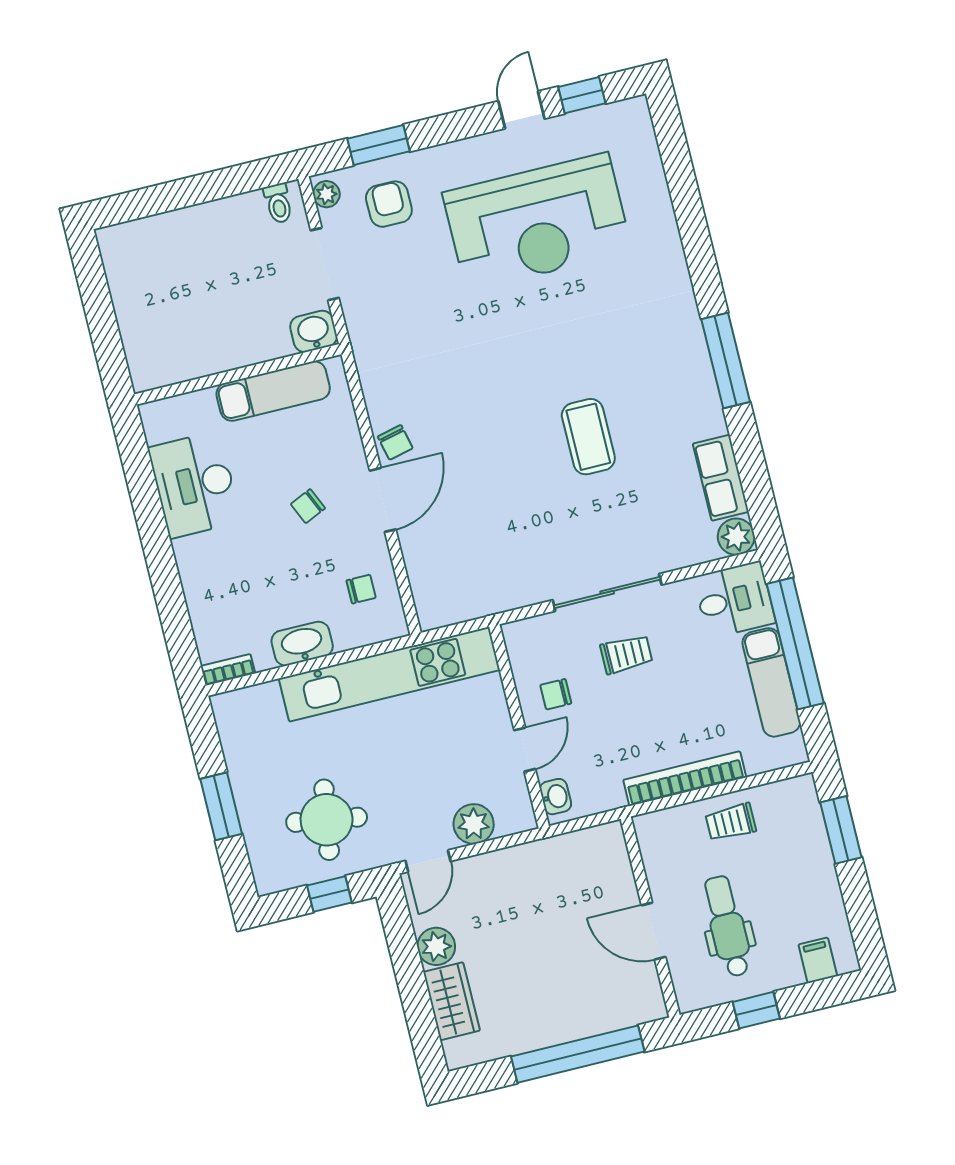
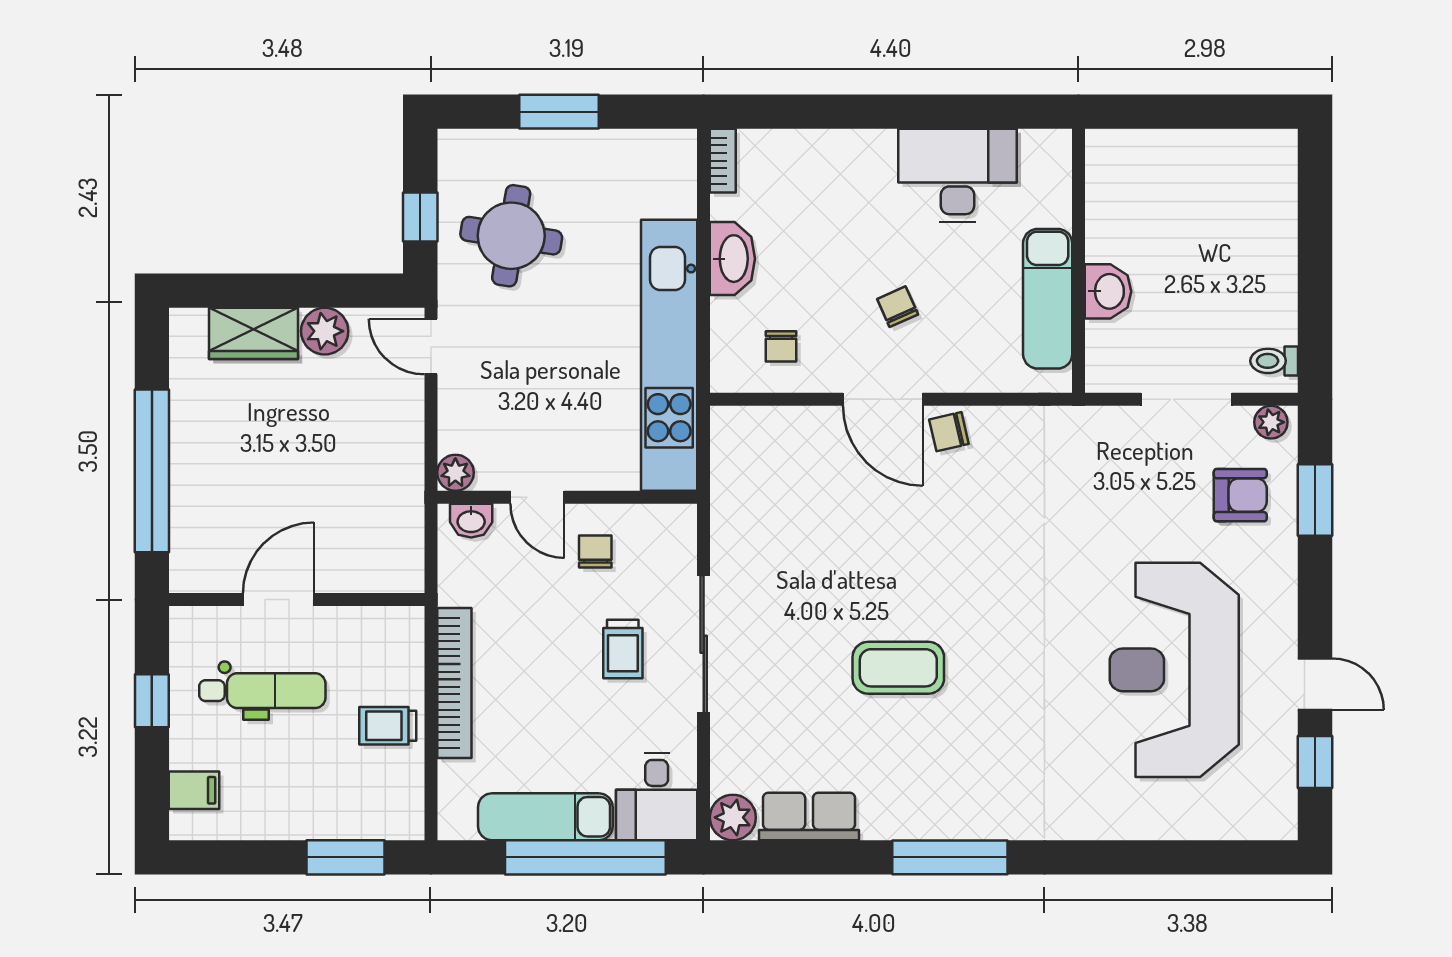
washbasin: (314, 331) -> (1108, 291), moved
trolley: (731, 822) -> (388, 726), turned -90
plant: (474, 824) -> (455, 473), moved, width x0.73, depth x0.73

